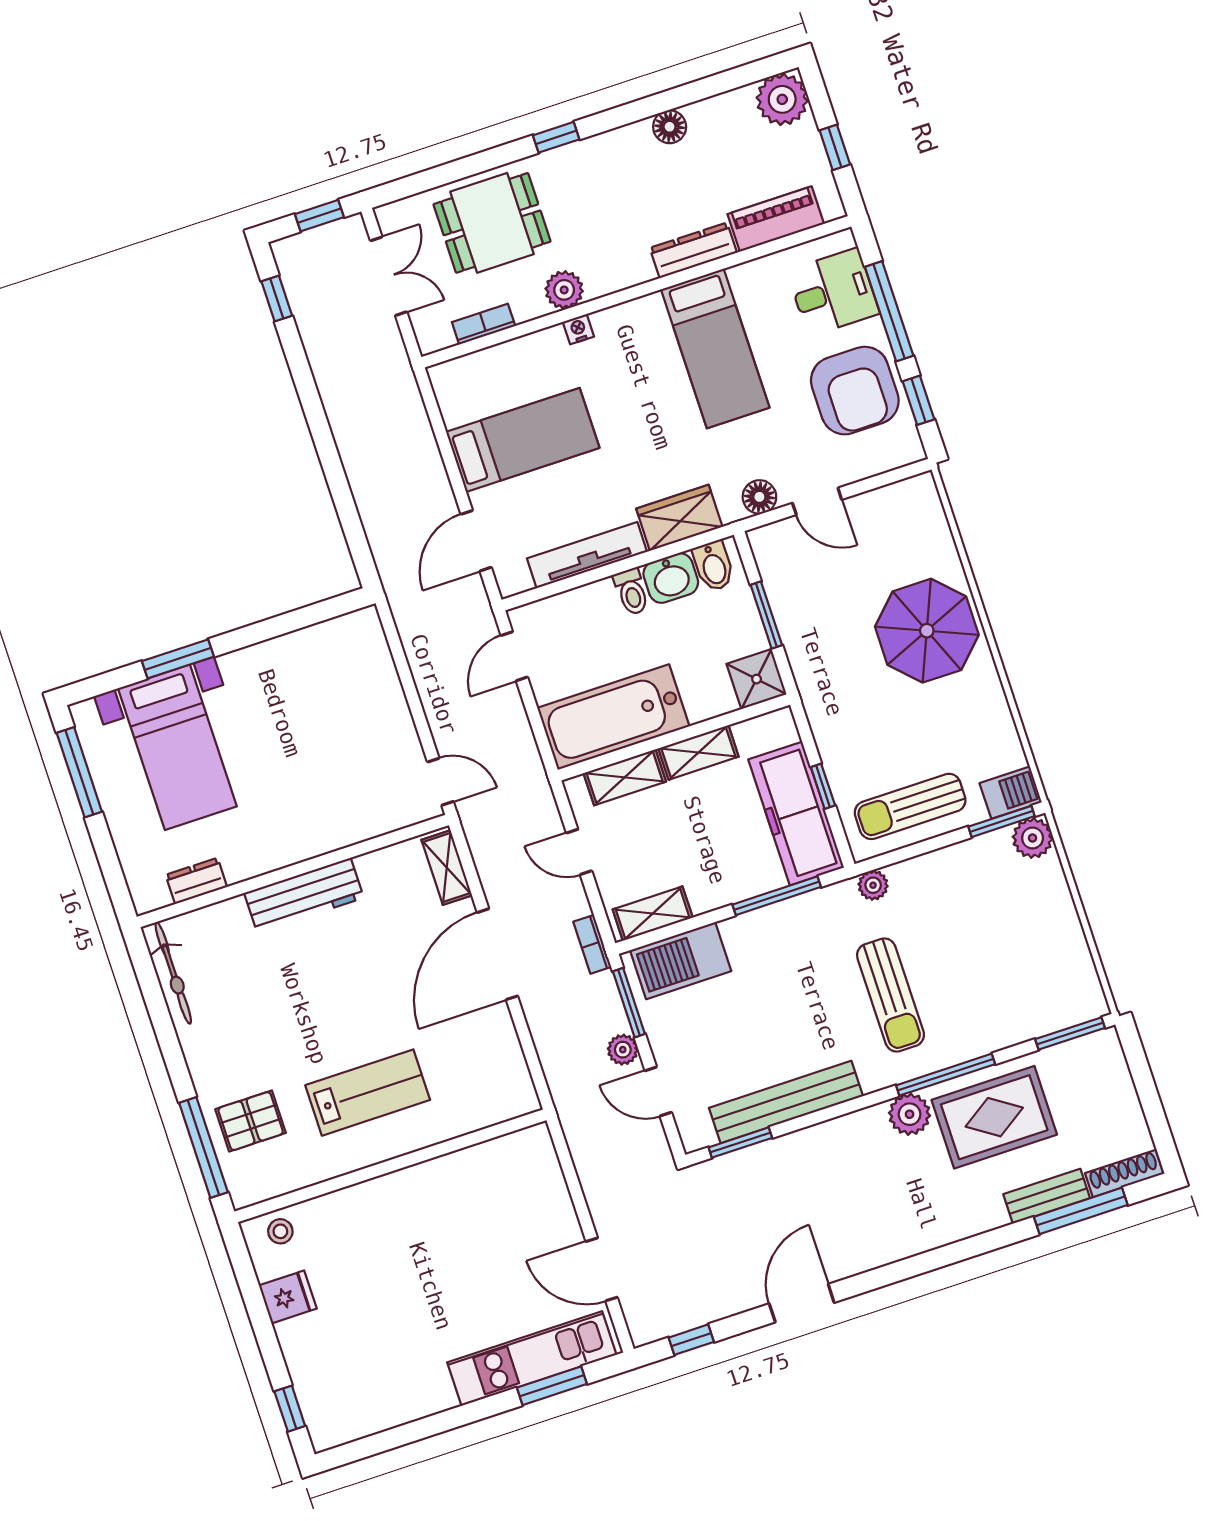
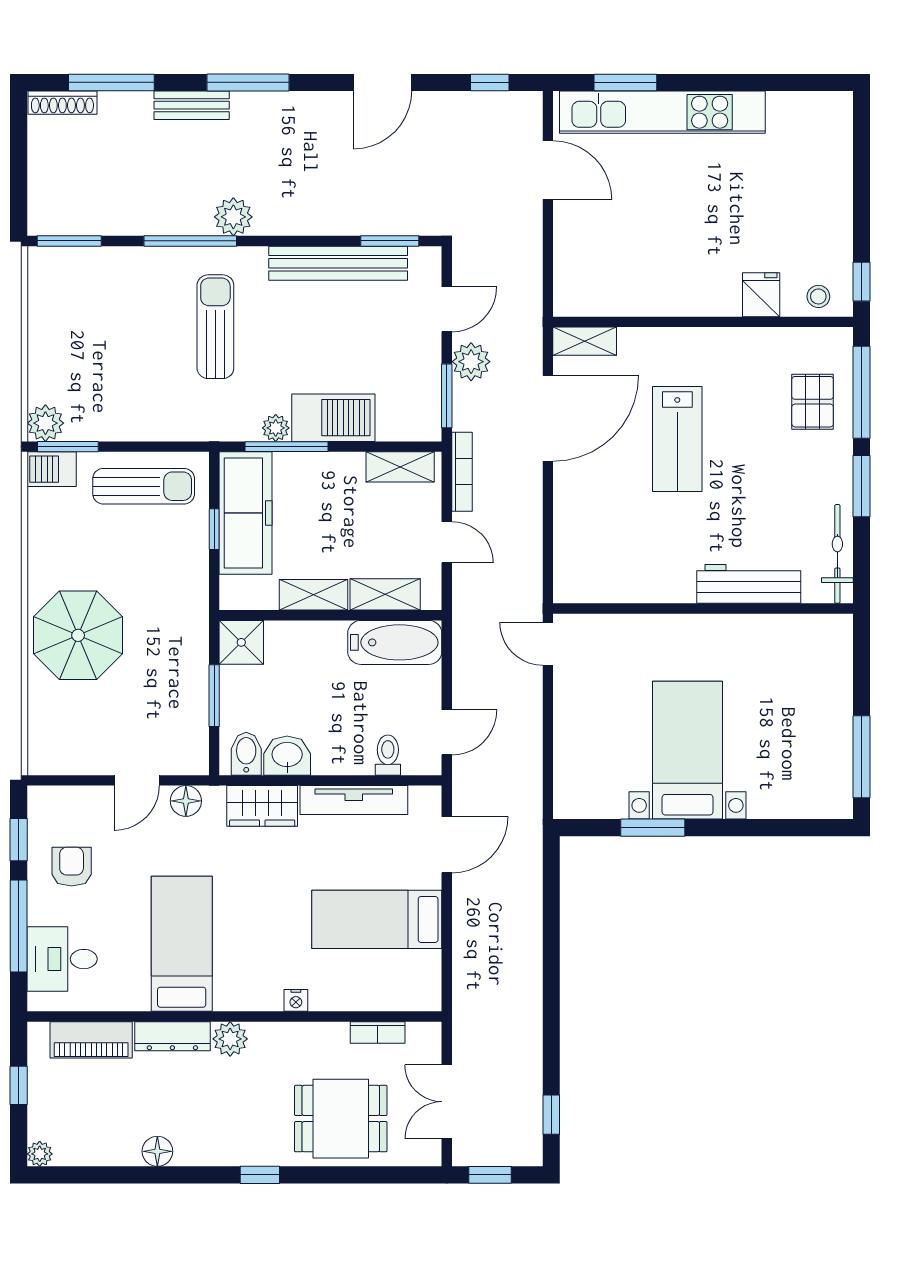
plant: (782, 99) -> (40, 1154), width x0.53, depth x0.53
plant: (564, 290) -> (230, 1039), moved
armchair: (855, 391) -> (72, 867), width x0.53, depth x0.53
door: (817, 501) -> (137, 780), swing flipped
toilet: (631, 592) -> (388, 755), moved
window: (178, 659) -> (653, 828), moved
bathtub: (613, 717) -> (395, 642), width x0.73, depth x0.73
bed with nightstands: (177, 747) -> (688, 750), moved
shelving: (447, 868) -> (585, 341), moved, turned 90
dresser: (196, 881) -> (790, 628), removed
plant: (873, 885) -> (276, 428), moved
workbench: (304, 895) -> (749, 584), moved
bookcase: (592, 944) -> (462, 472), width x1.56
door: (497, 954) -> (548, 418), moved
barbecue: (681, 961) -> (333, 418), moved
plant: (623, 1050) -> (471, 362), width x1.38, depth x1.38
window: (171, 1051) -> (862, 486), added
door: (658, 1092) -> (447, 309), hinge flipped
lab bench: (368, 1093) -> (677, 439), moved, turned -90
rug: (994, 1117) -> (160, 190), removed
pallet: (251, 1121) -> (813, 402), turned 90
bench: (1047, 1196) -> (192, 105), moved
window: (940, 1257) -> (248, 82), added
fridge: (288, 1297) -> (761, 295), moved, turned 90
kitchen unit: (532, 1359) -> (662, 112), width x1.36
window: (290, 1409) -> (862, 282), moved

